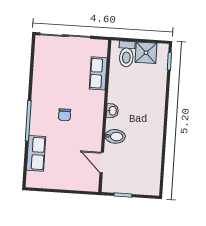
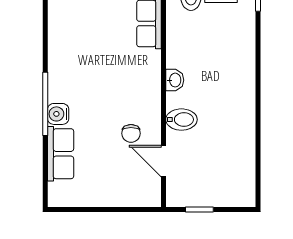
chair: (65, 115) -> (131, 133), moved
water cooler: (36, 128) -> (58, 114), added

